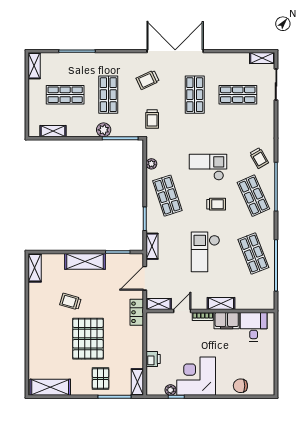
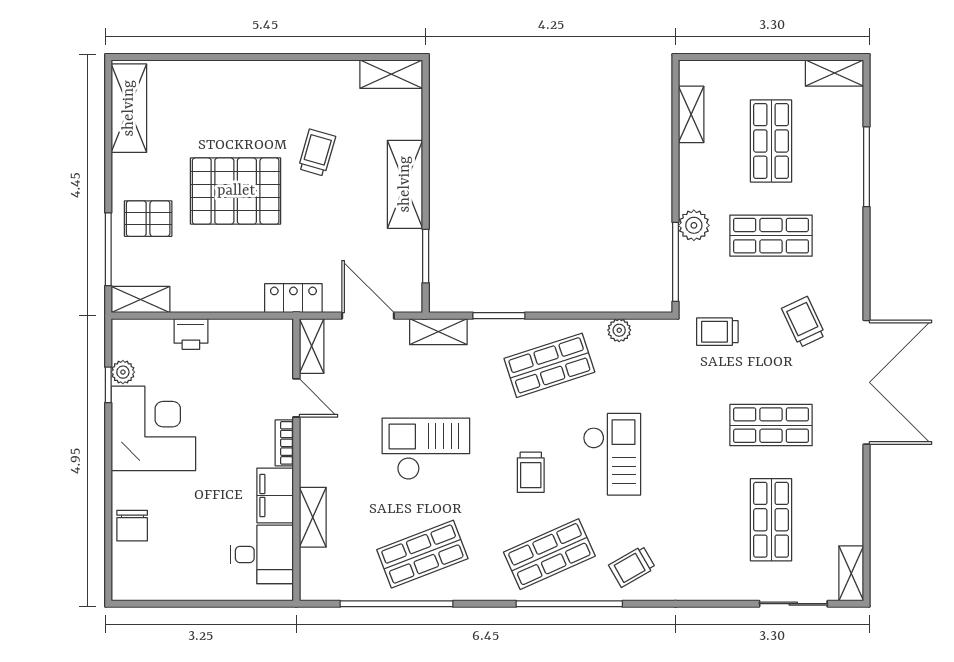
shelving: (221, 303) -> (313, 517), moved
chair: (240, 386) -> (132, 526), turned 180

